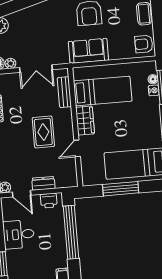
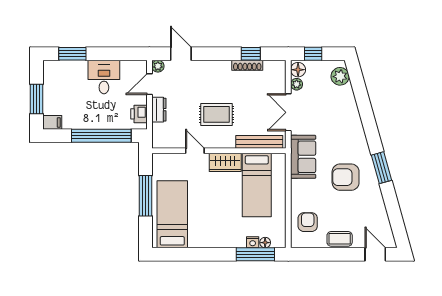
armchair: (144, 44) -> (308, 222), moved
sofa: (88, 51) -> (303, 157), moved
bench: (64, 92) -> (259, 142), width x1.36

